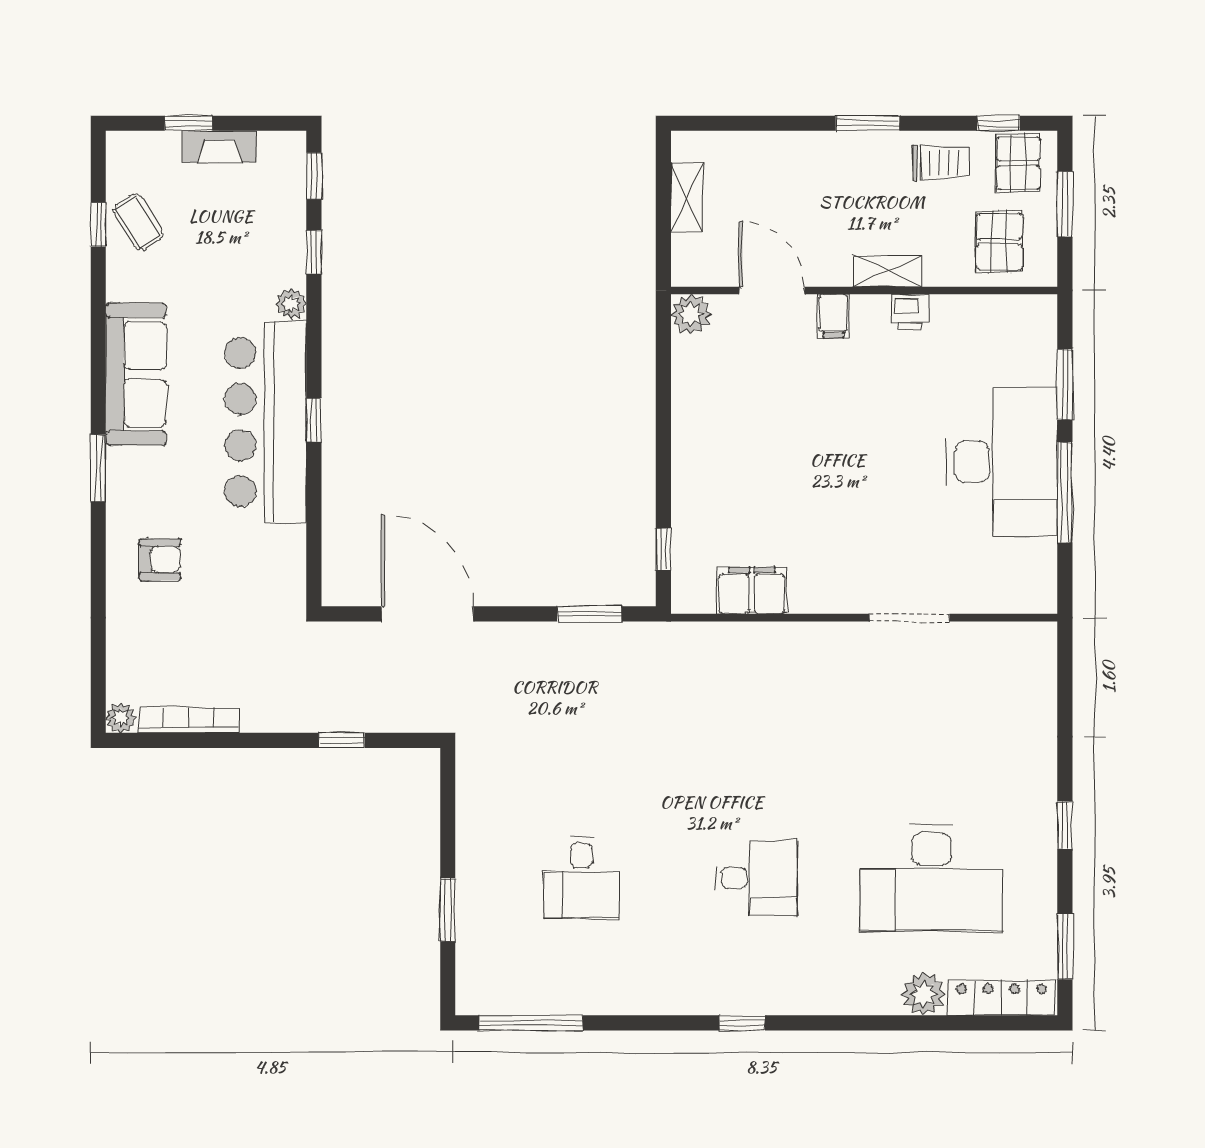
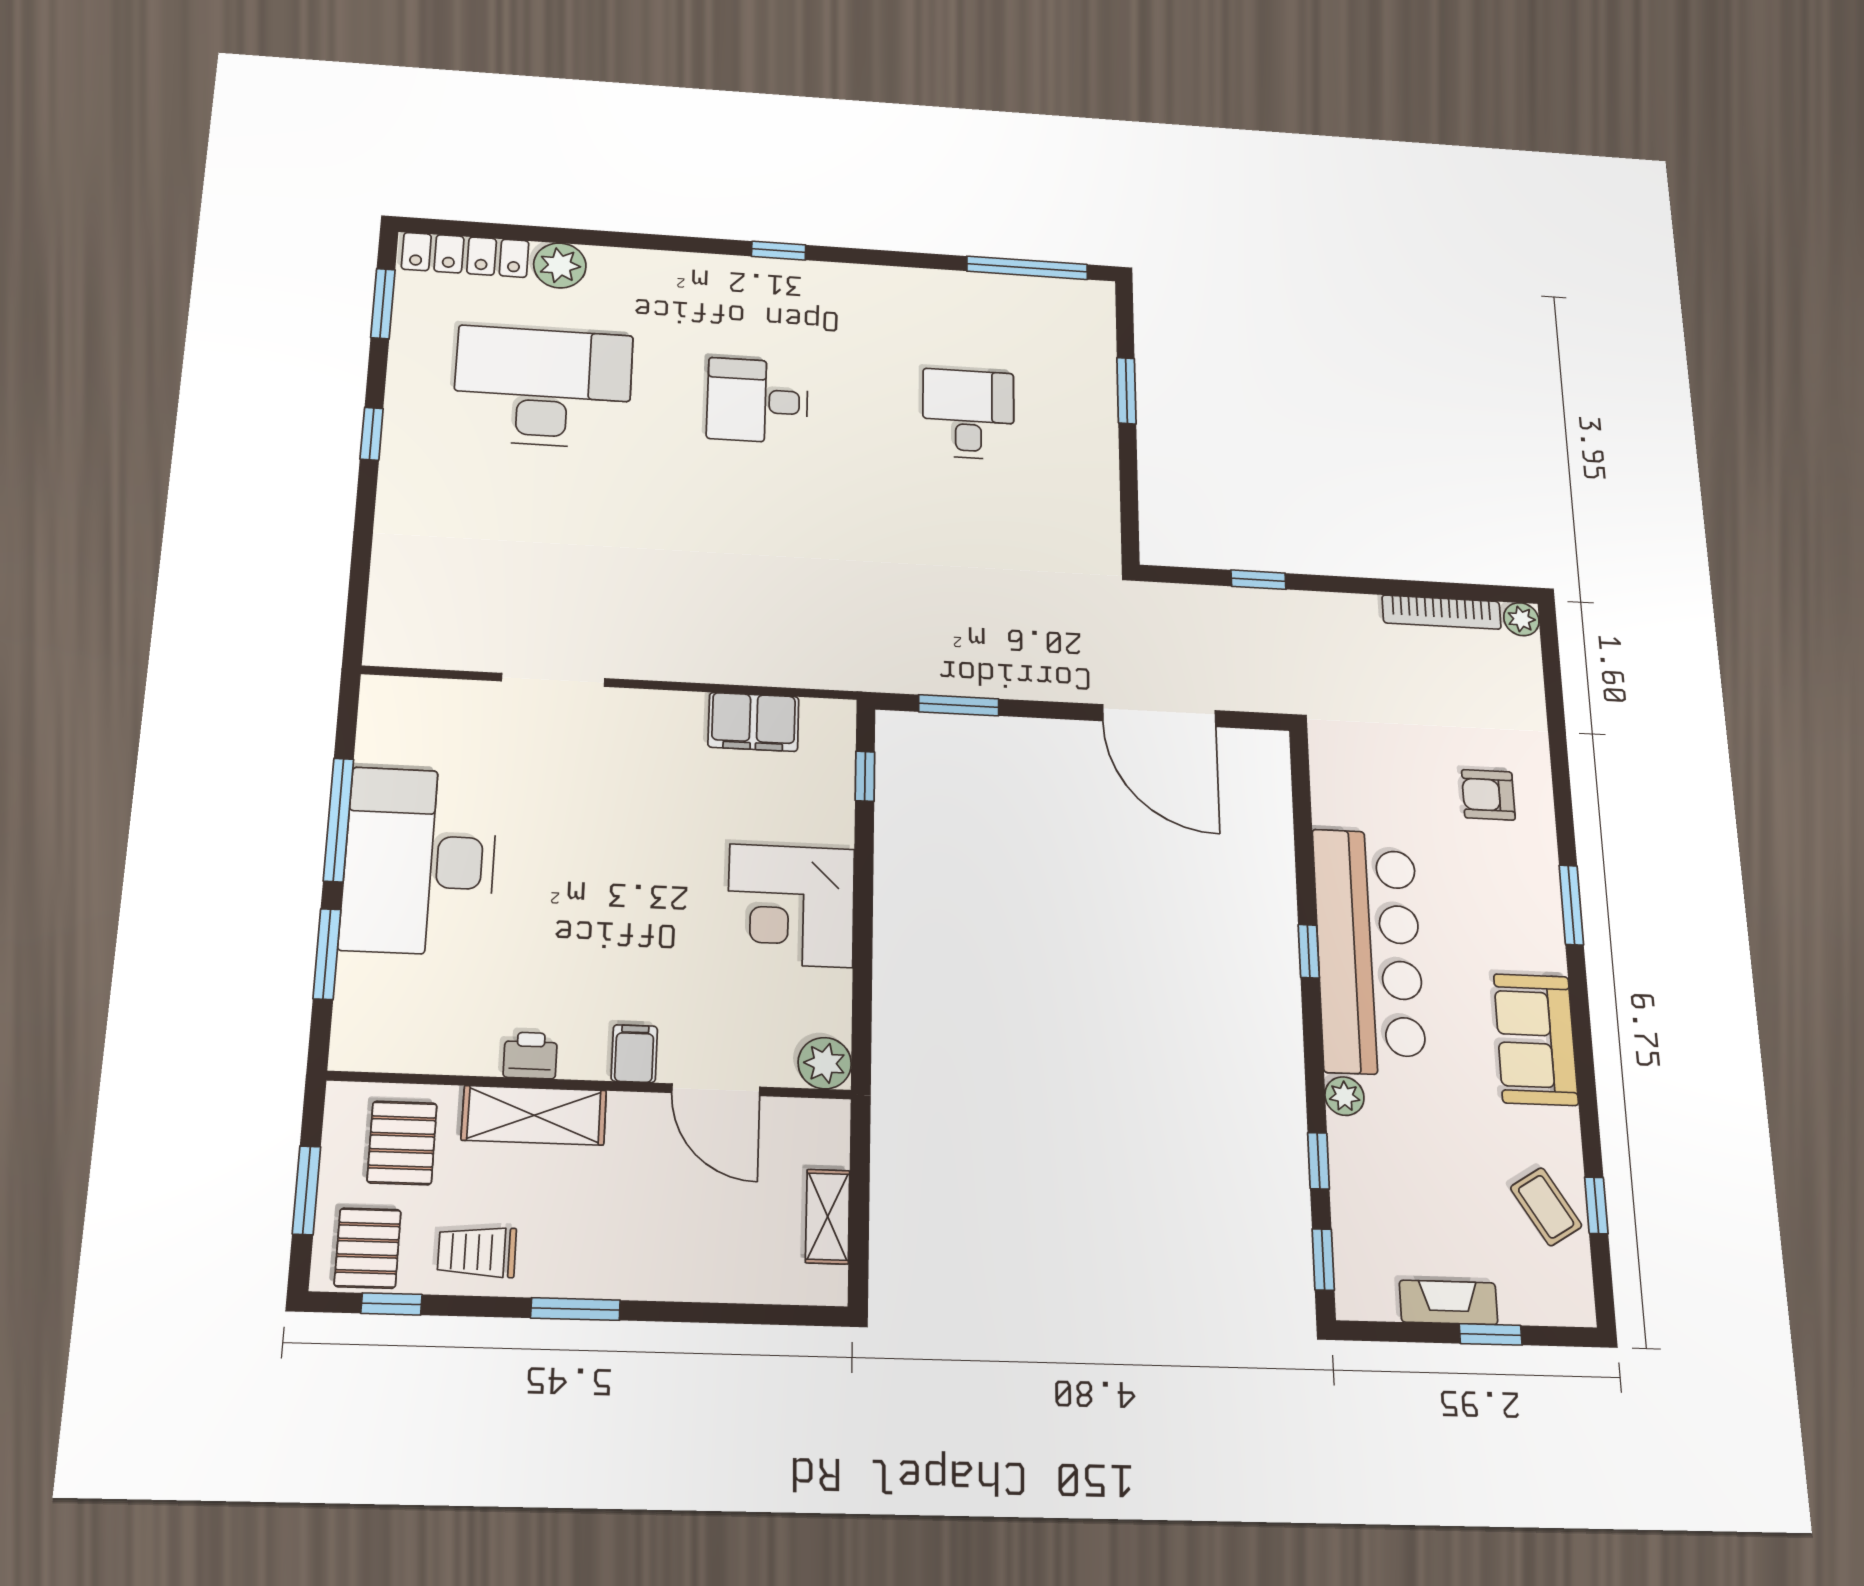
shelving: (888, 271) -> (534, 1115), width x1.50, depth x1.33
sofa: (136, 374) -> (1536, 1039), width x0.73
corner desk: (719, 439) -> (791, 906), added

